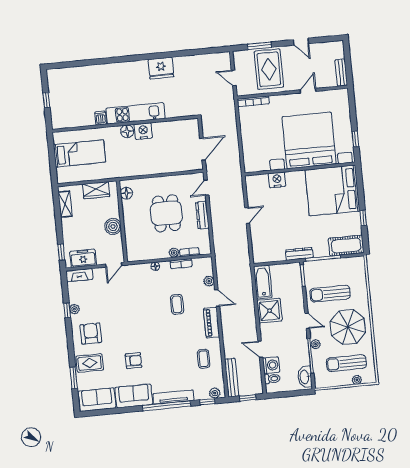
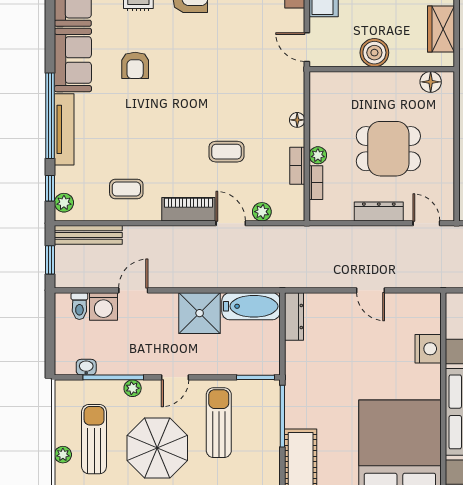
dresser: (299, 254) -> (294, 317), moved
door: (217, 298) -> (231, 223), swing flipped
washbasin: (305, 377) -> (86, 367), width x0.52, depth x0.69

